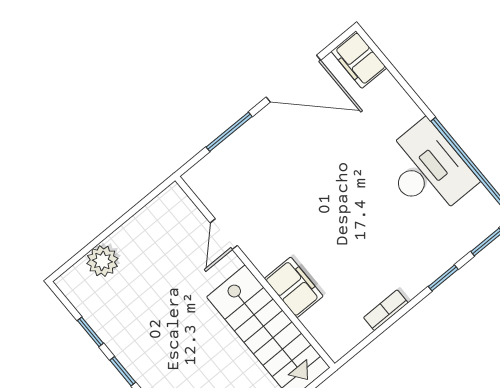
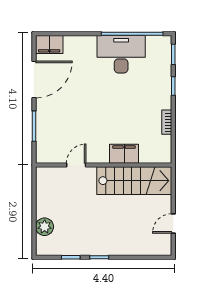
door: (224, 234) -> (76, 165), swing flipped

